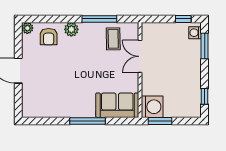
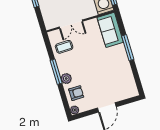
window: (99, 19) -> (56, 72), moved

